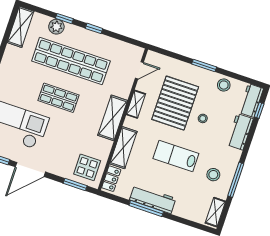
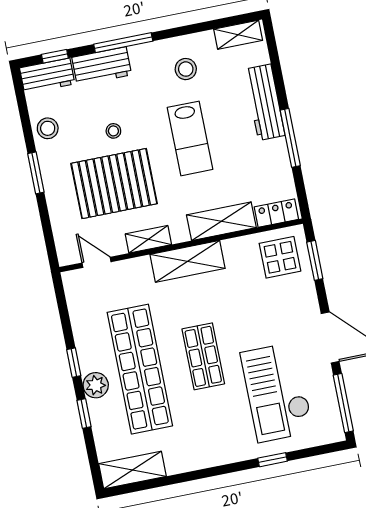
plant: (56, 27) -> (96, 385), moved
window: (236, 180) -> (123, 43), moved
workbench: (153, 199) -> (265, 102), moved

